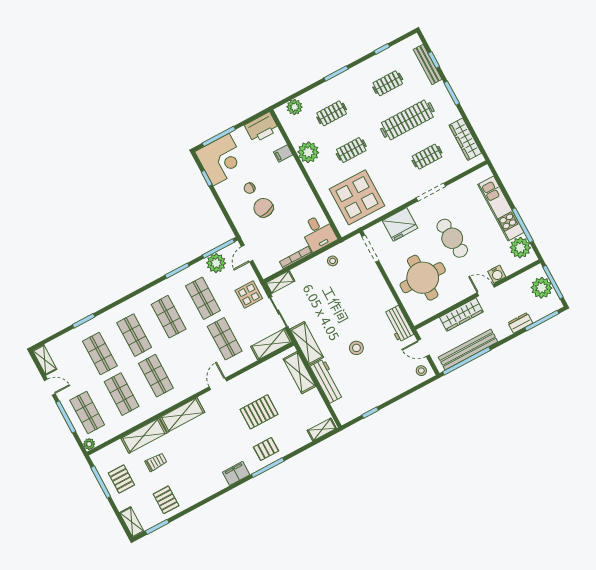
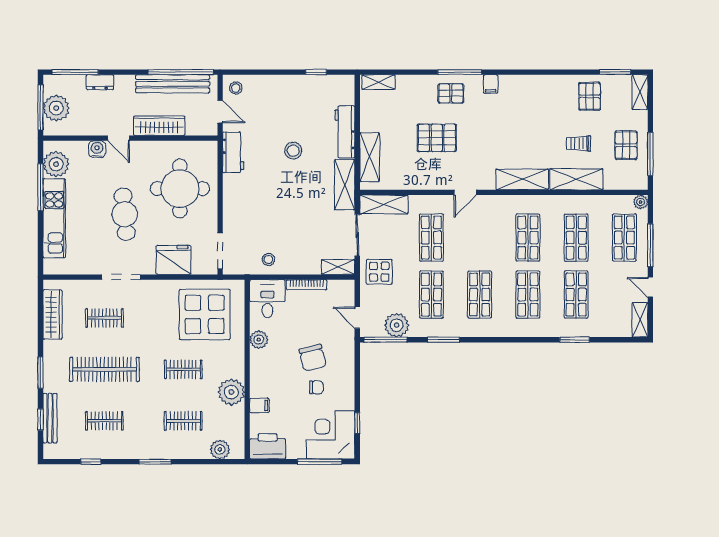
plant: (309, 200) -> (259, 340), added
door: (247, 253) -> (357, 318), swing flipped
filing cabinet: (236, 473) -> (491, 84), width x0.50

